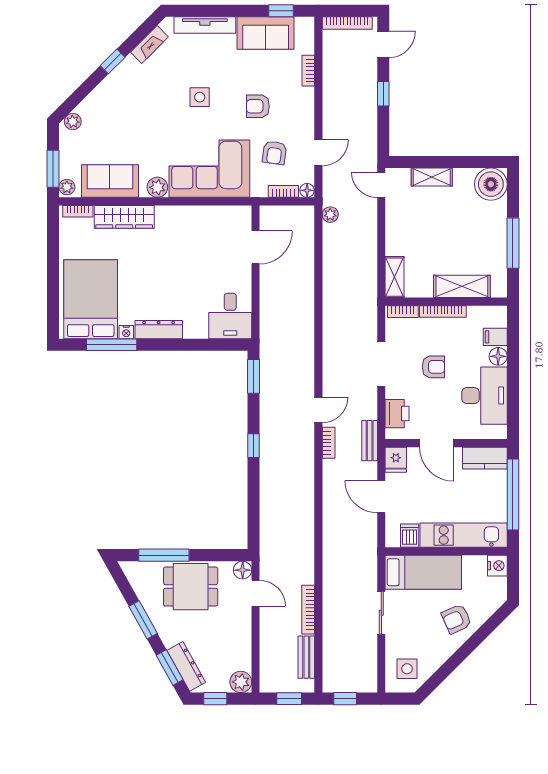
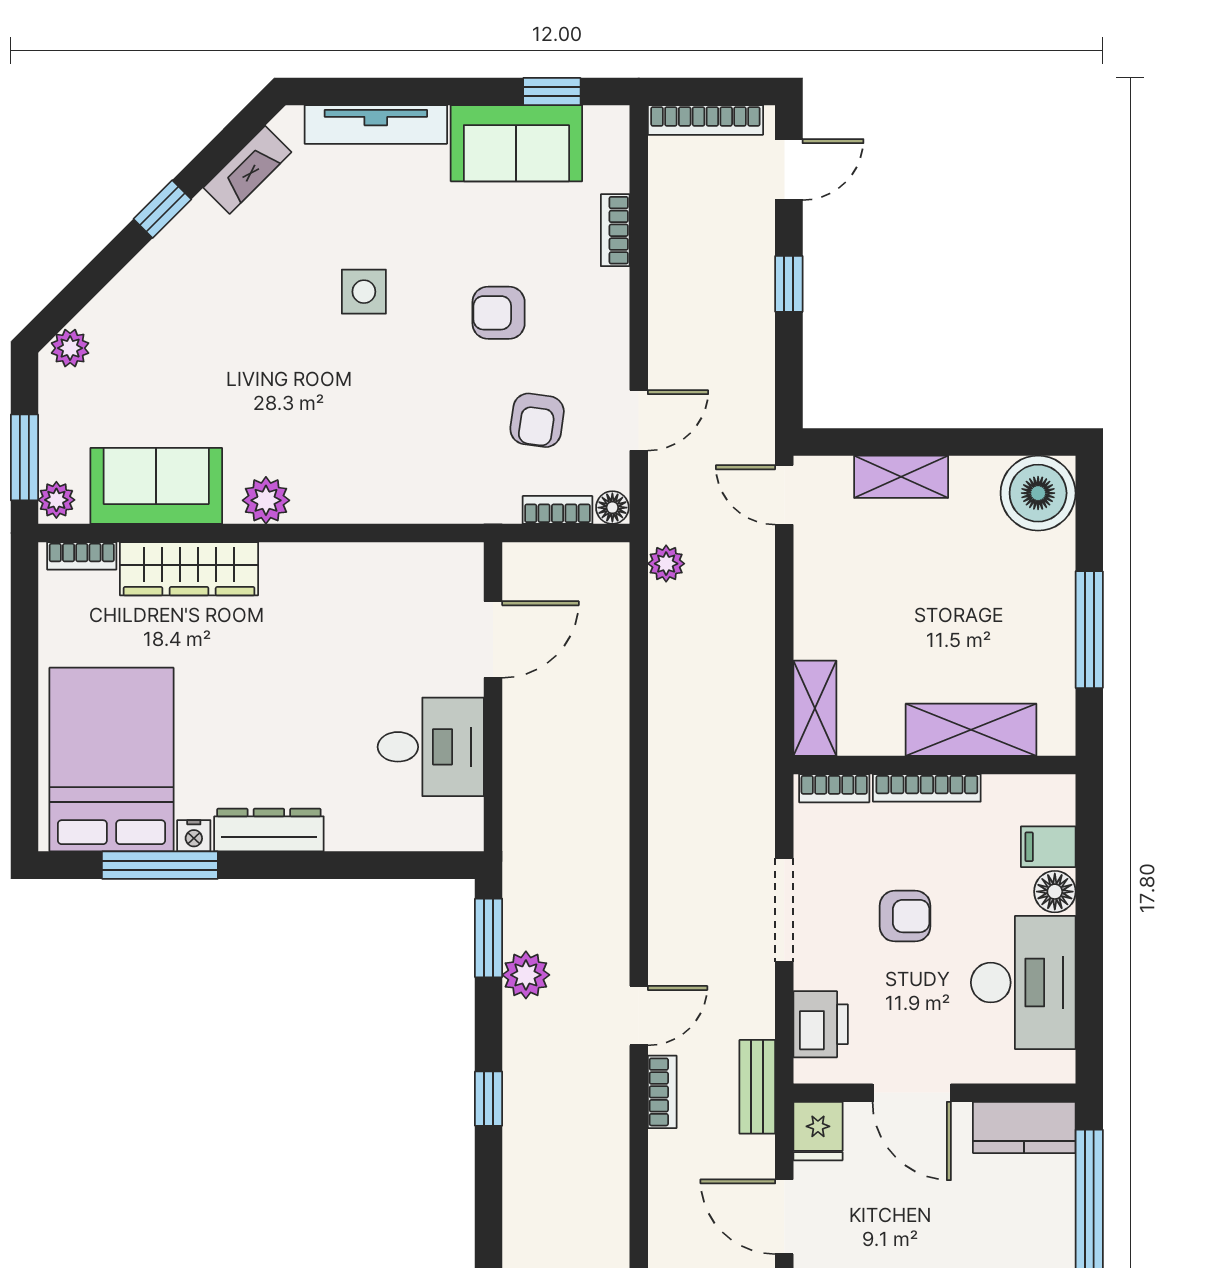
corner sofa: (209, 169) -> (386, 457), removed
desk: (230, 316) -> (431, 747), moved, turned -90
plant: (270, 392) -> (526, 975), added

